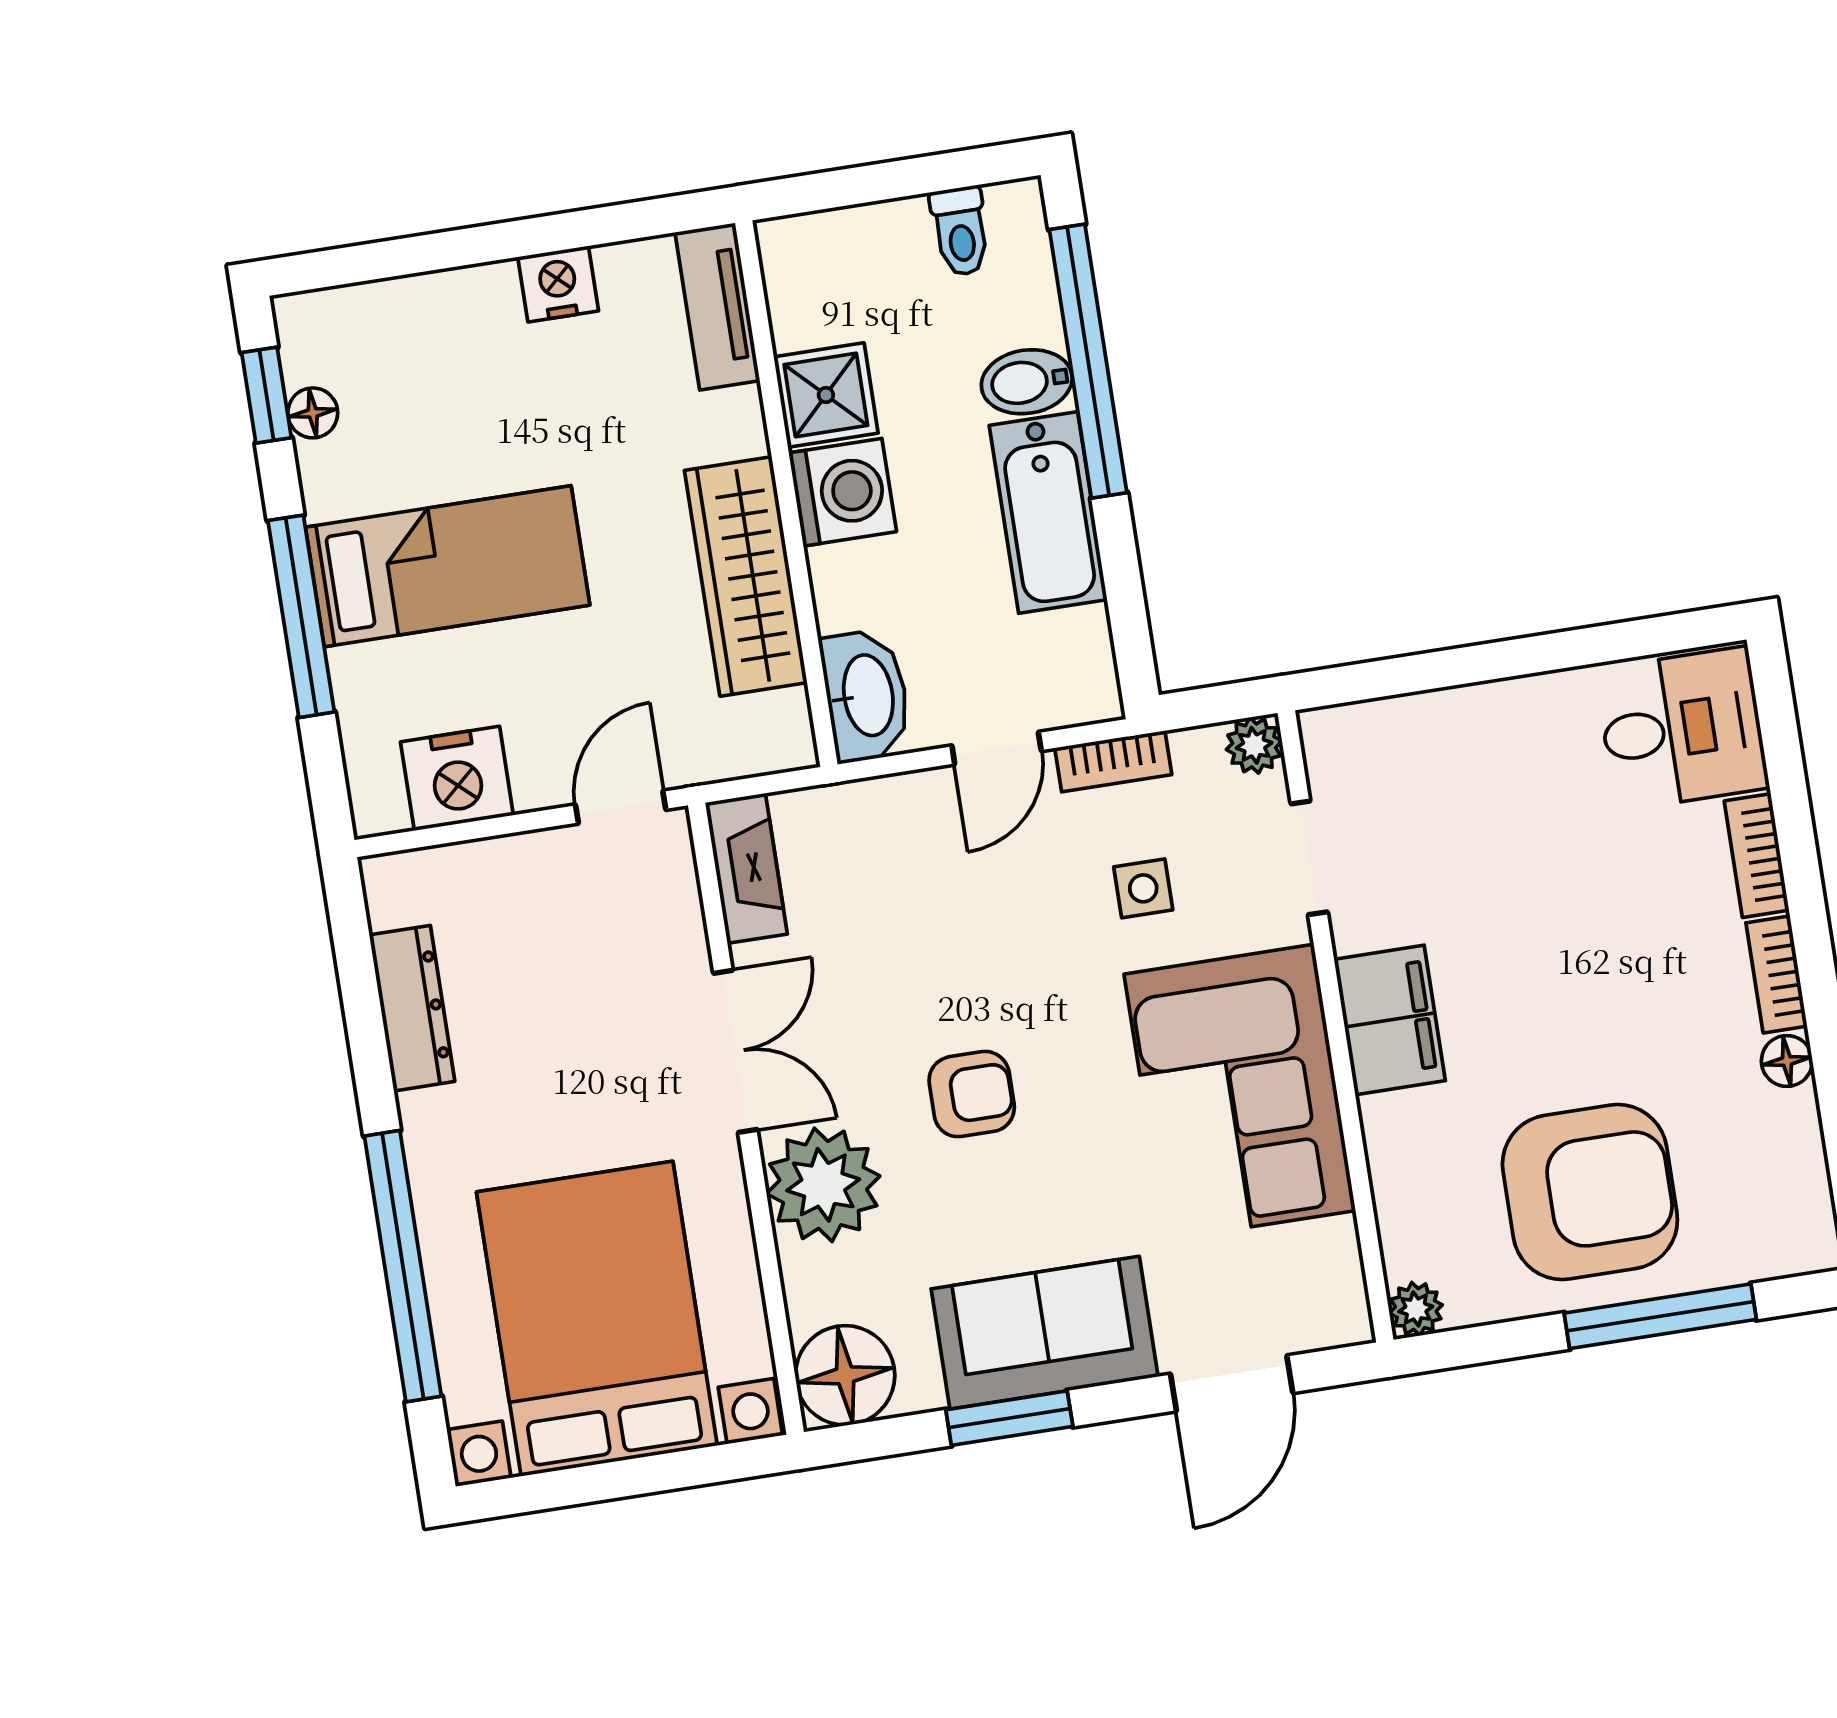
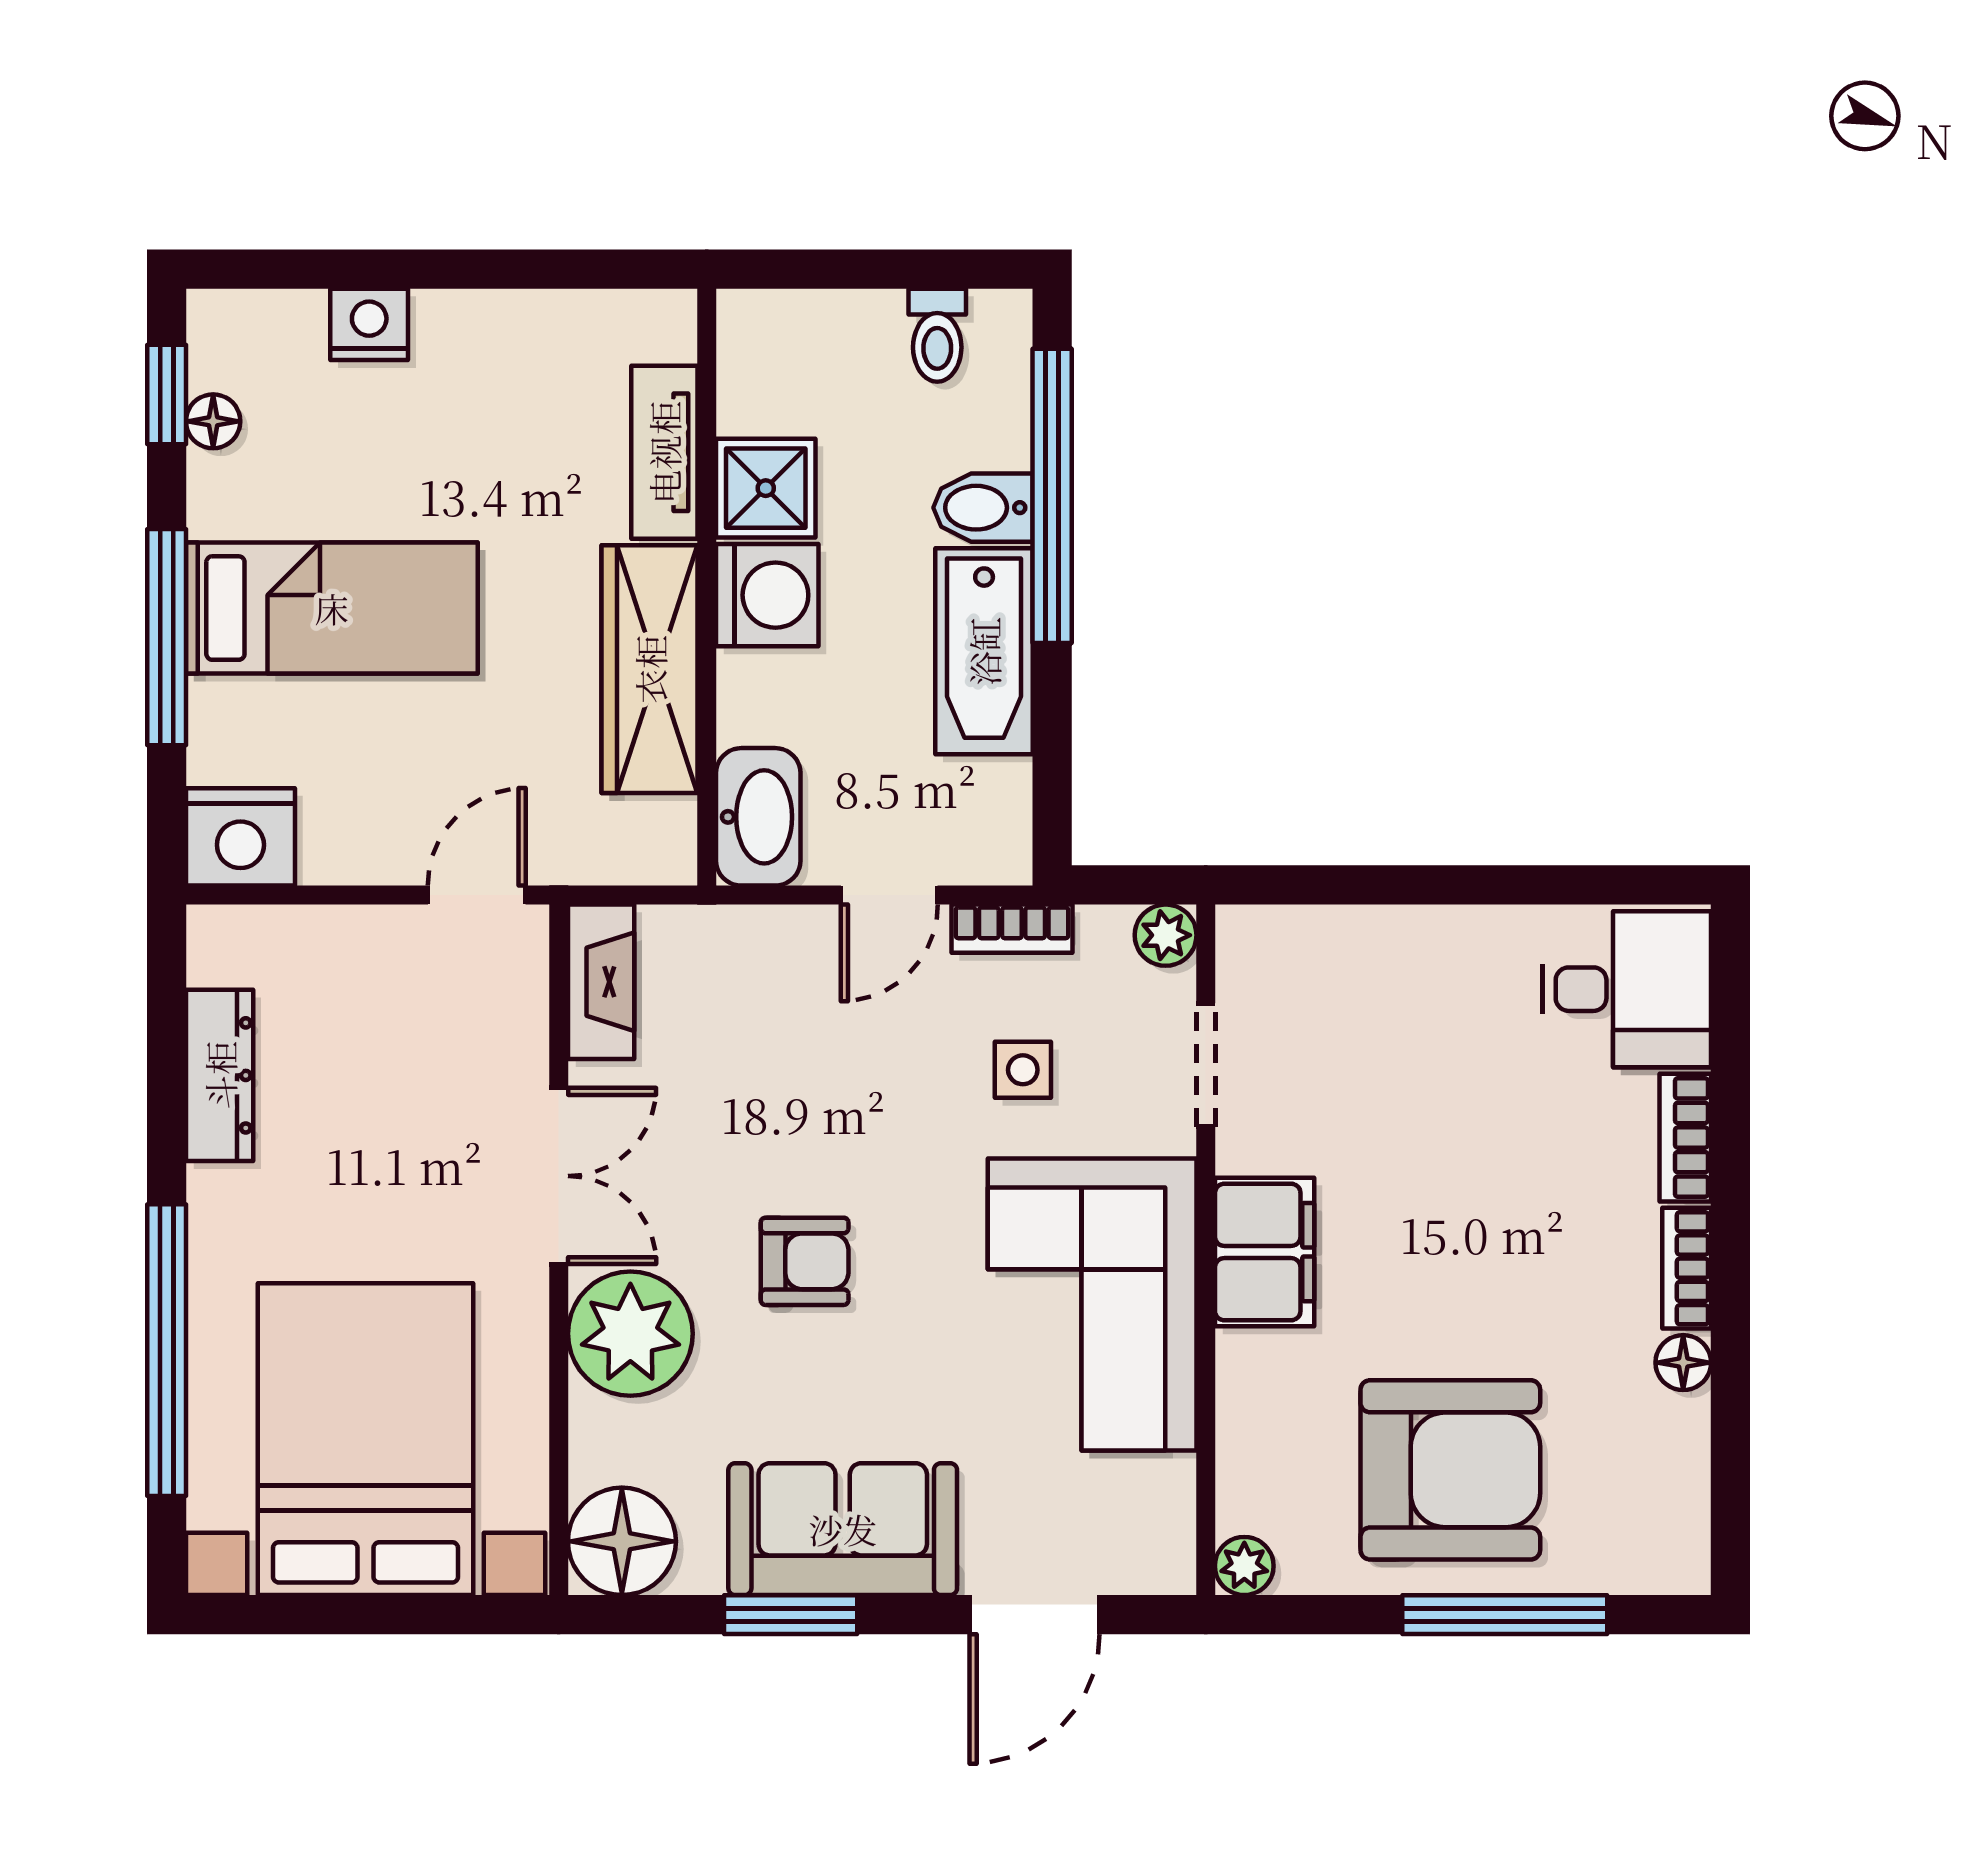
nightstand: (558, 284) -> (369, 324), moved
tv unit: (717, 307) -> (664, 452), moved
nightstand: (457, 778) -> (240, 837), moved

